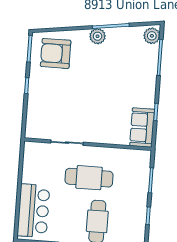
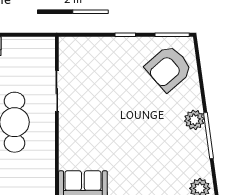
armchair: (56, 53) -> (169, 68), turned -131

